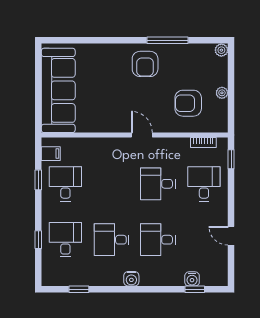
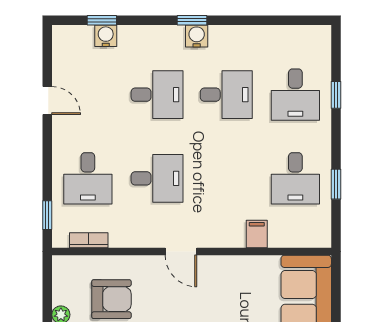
filing cabinet: (51, 154) -> (257, 234), moved, turned 90
window: (79, 289) -> (192, 20), moved

